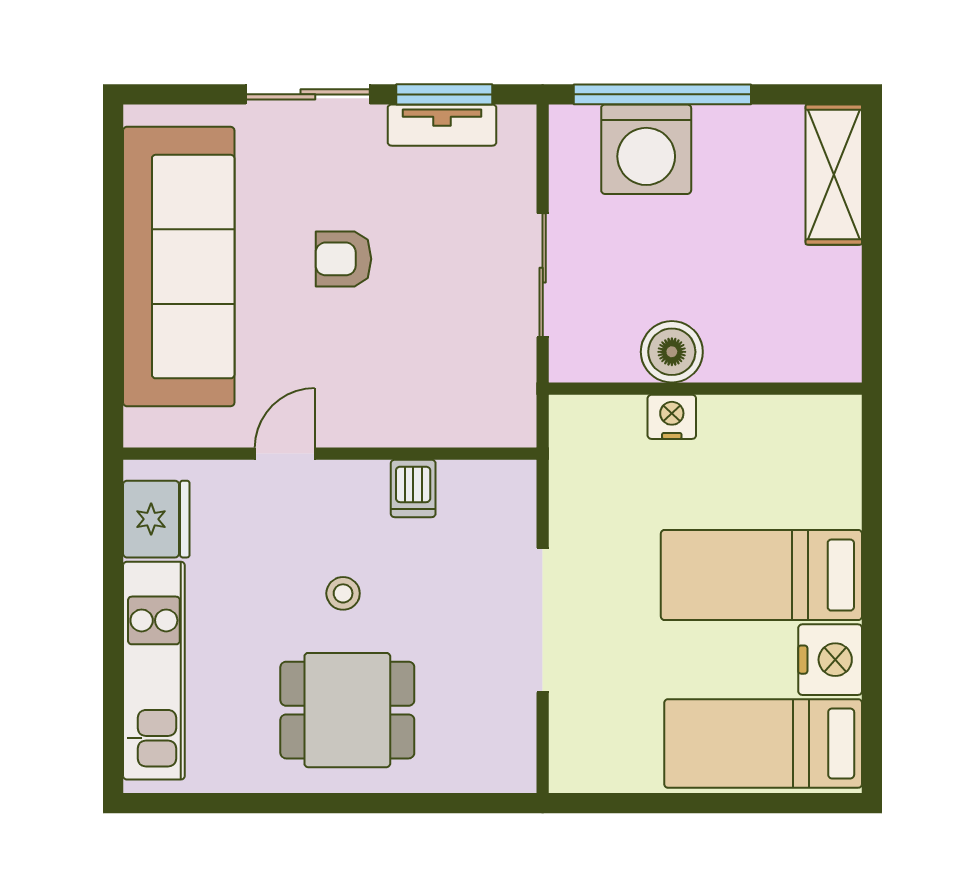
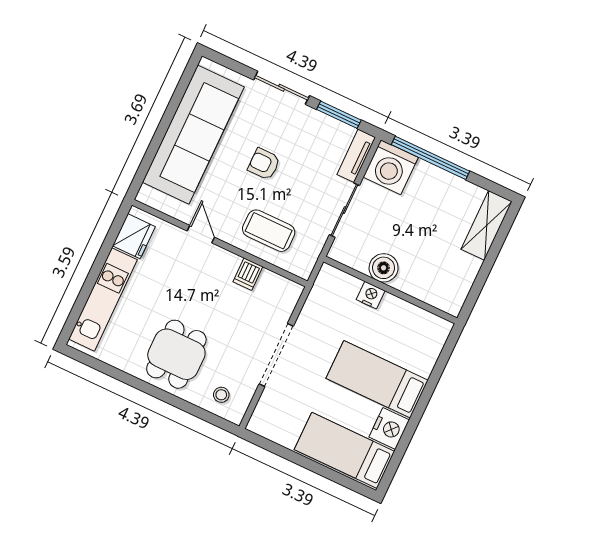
tv unit: (442, 125) -> (356, 156), moved, turned 90
washing machine: (646, 149) -> (391, 167), moved
coffee table: (414, 385) -> (269, 231), added
door: (285, 454) -> (201, 234), hinge flipped
stool: (343, 593) -> (221, 395), moved
dining table: (347, 710) -> (176, 354), turned 90

